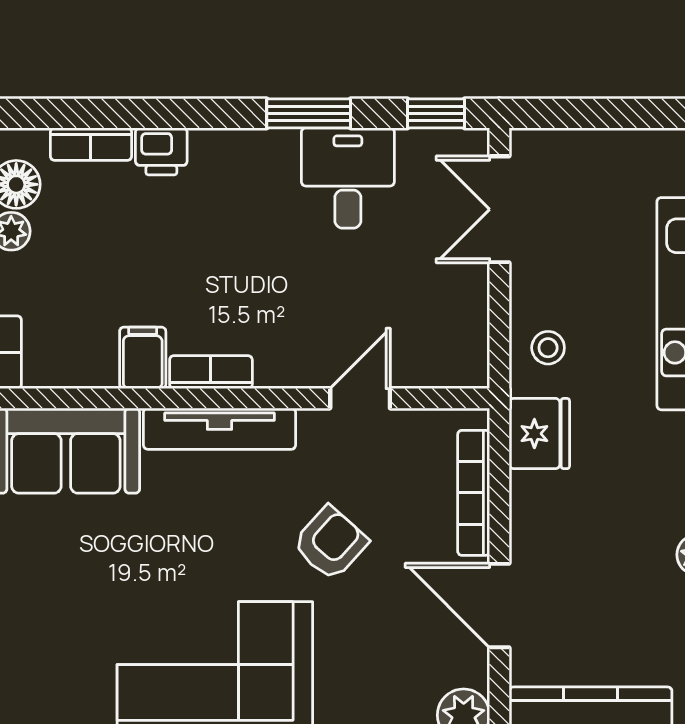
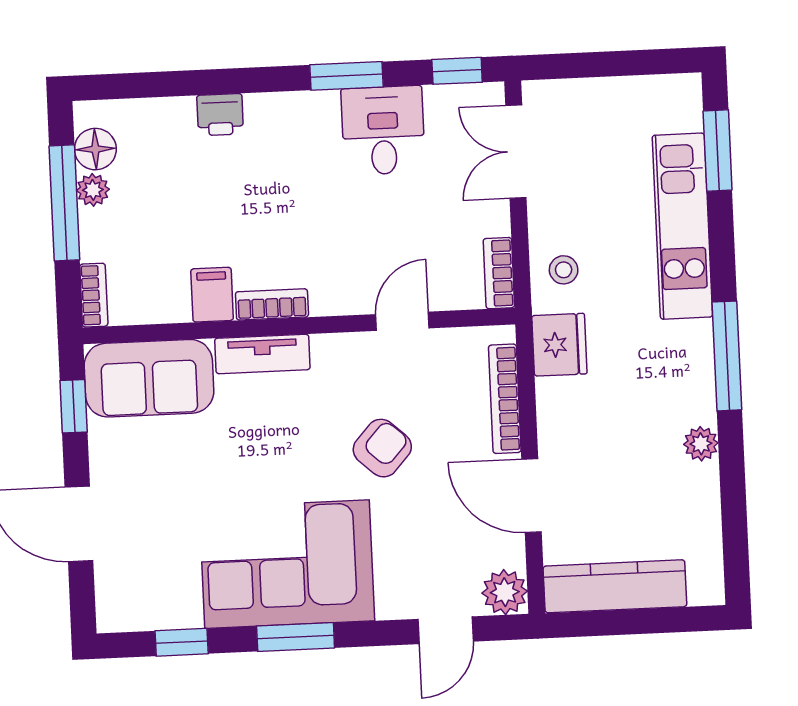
bookcase: (91, 144) -> (499, 273), moved, turned 90
tv unit: (220, 429) -> (262, 354), width x0.71

